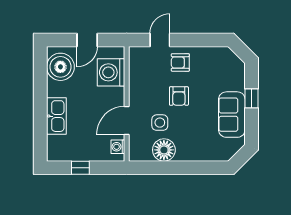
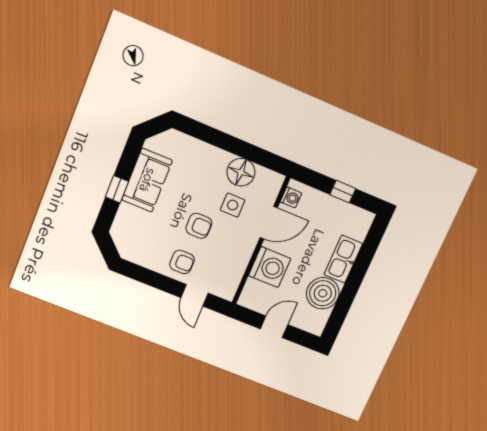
door: (160, 40) -> (195, 295), hinge flipped
boiler: (60, 67) -> (323, 293), moved
washing machine: (111, 72) -> (270, 267), moved
armchair: (179, 96) -> (199, 226), turned 90

